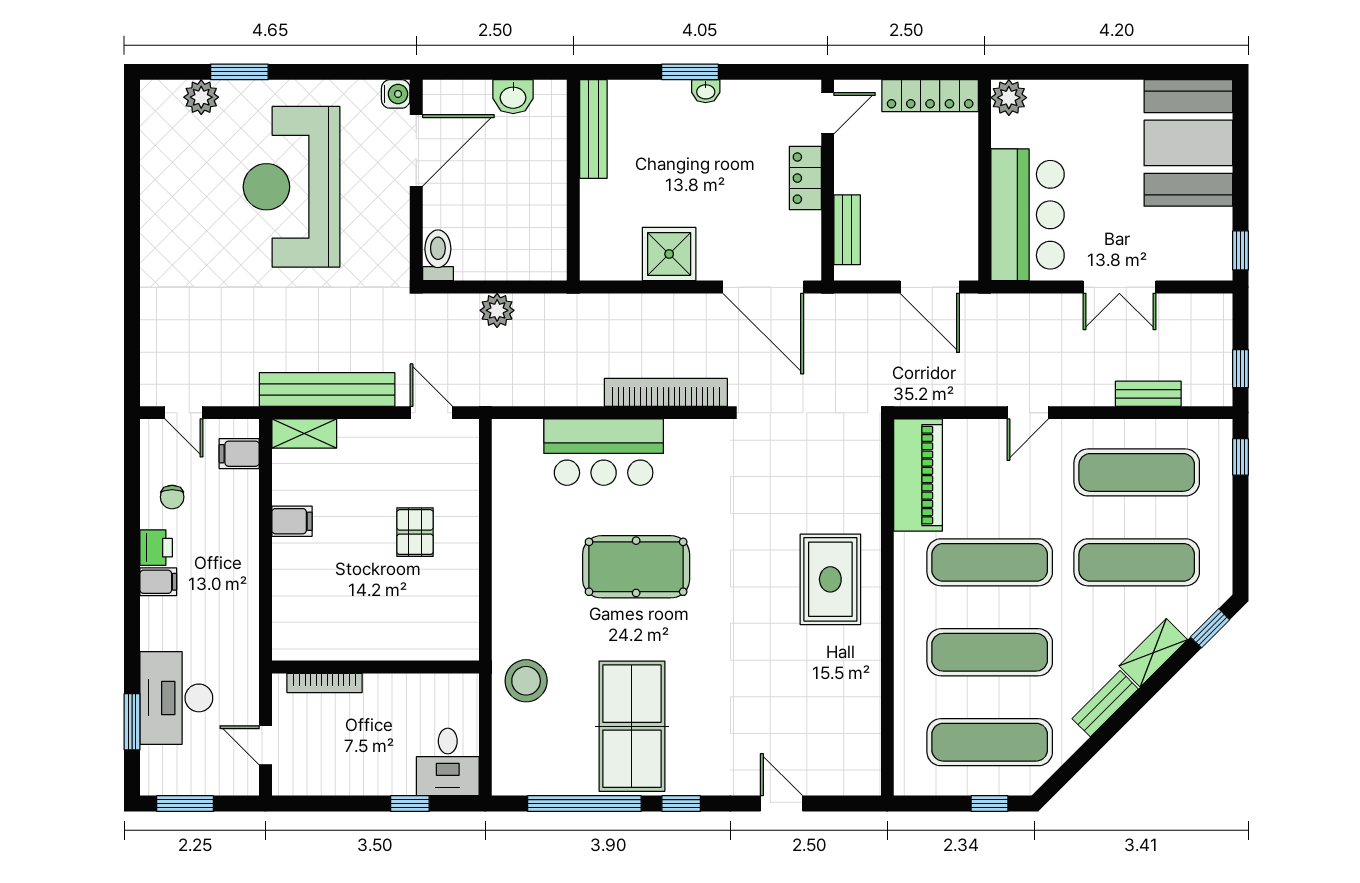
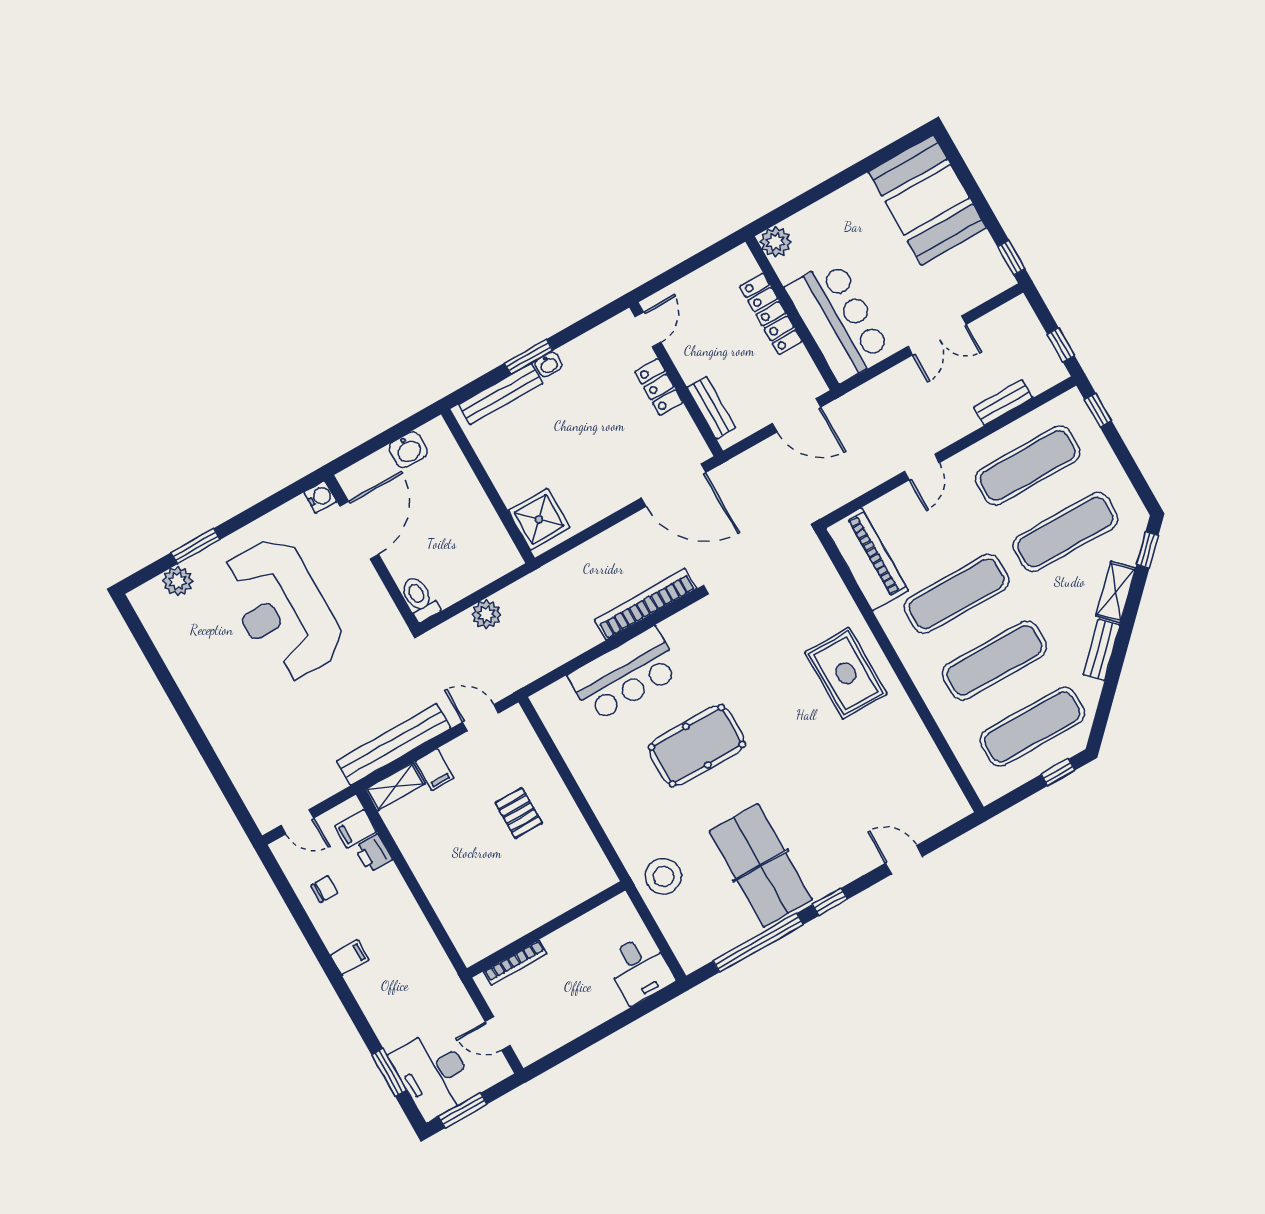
locker: (930, 96) -> (771, 314), moved, turned 90
bench: (593, 129) -> (501, 394), moved, turned 90
shower: (669, 254) -> (539, 519), moved
chair: (172, 497) -> (324, 889), turned -90
filing cabinet: (292, 521) -> (435, 770), moved, turned 90
printer: (156, 548) -> (373, 853), moved, turned 180
desk: (176, 698) -> (433, 1074), moved
window: (410, 804) -> (629, 1016), removed

